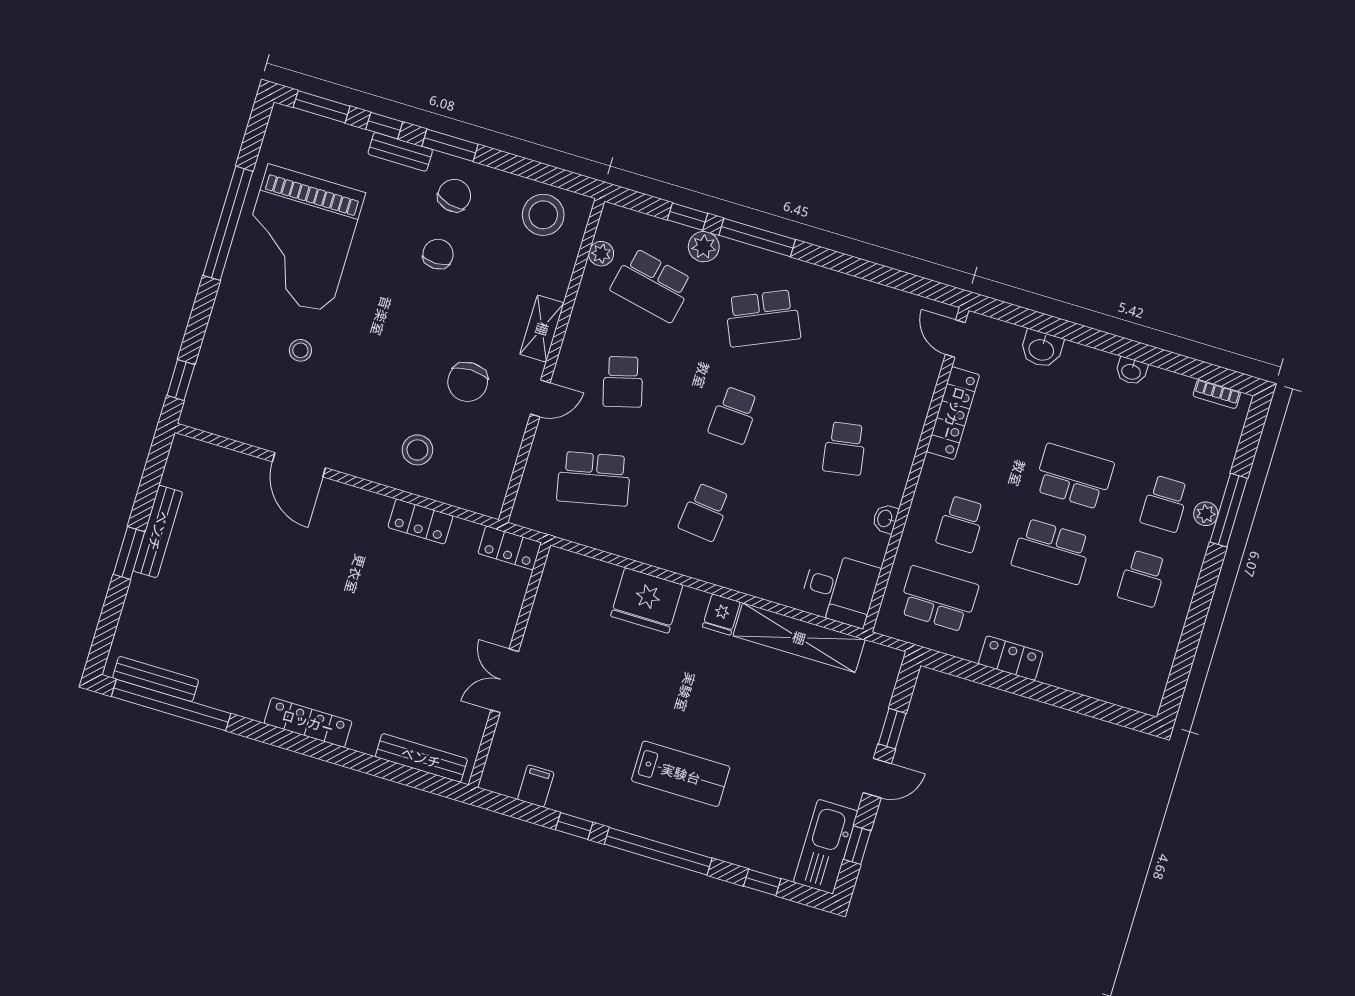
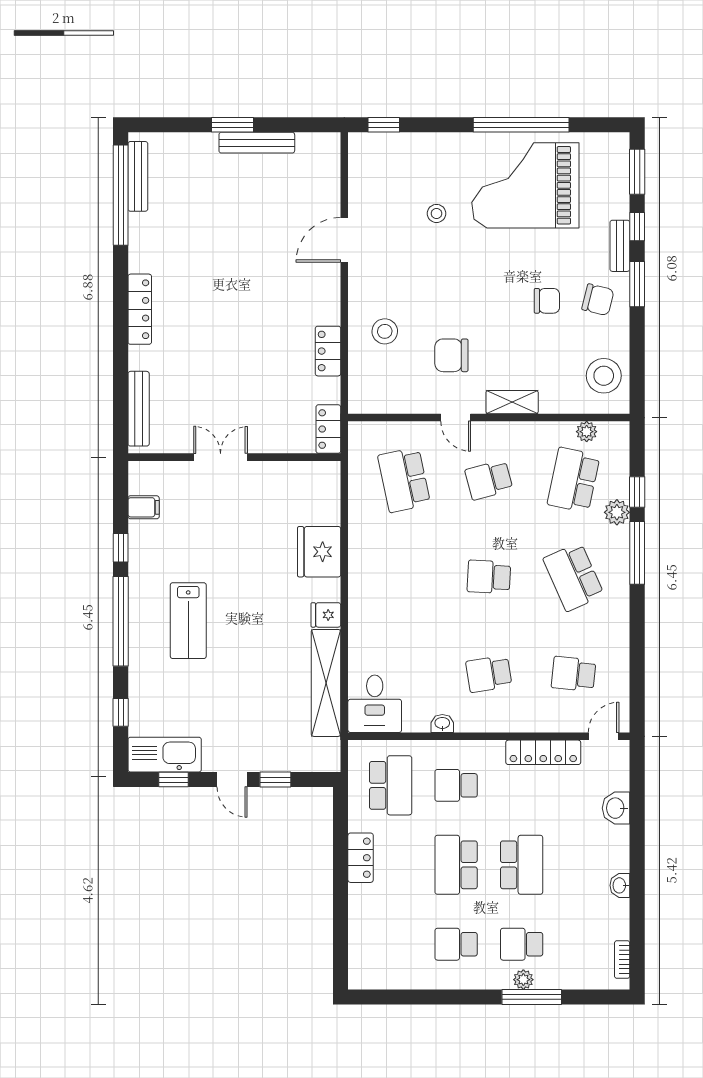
school desk: (705, 512) -> (574, 674), moved

